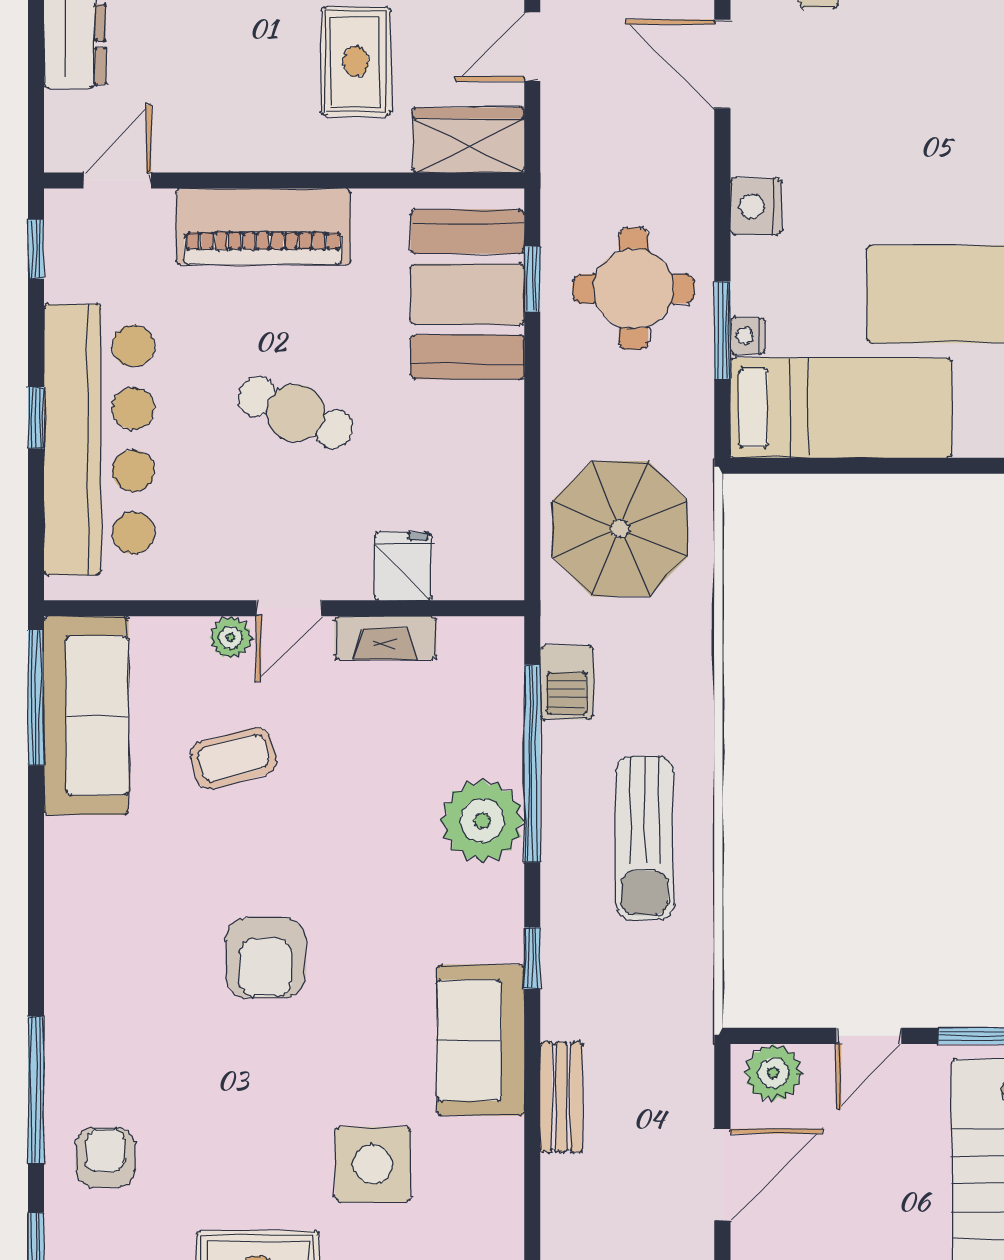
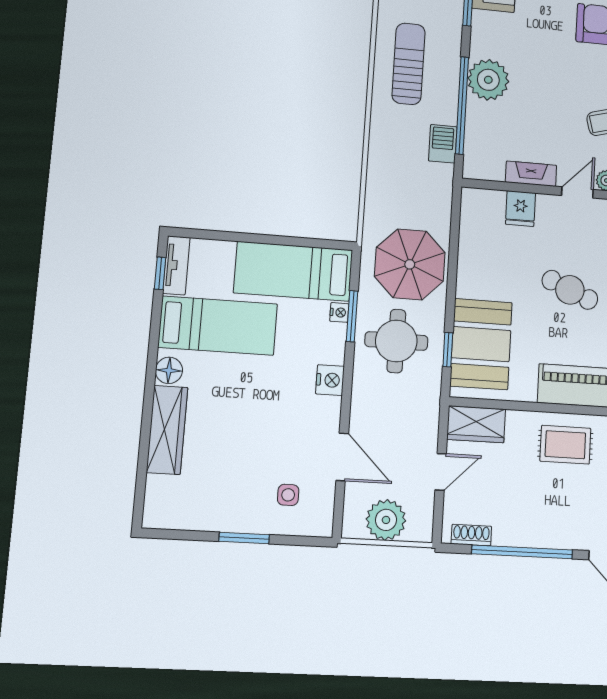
rug: (356, 62) -> (565, 445), moved, turned 90
parasol: (620, 529) -> (410, 264), moved

